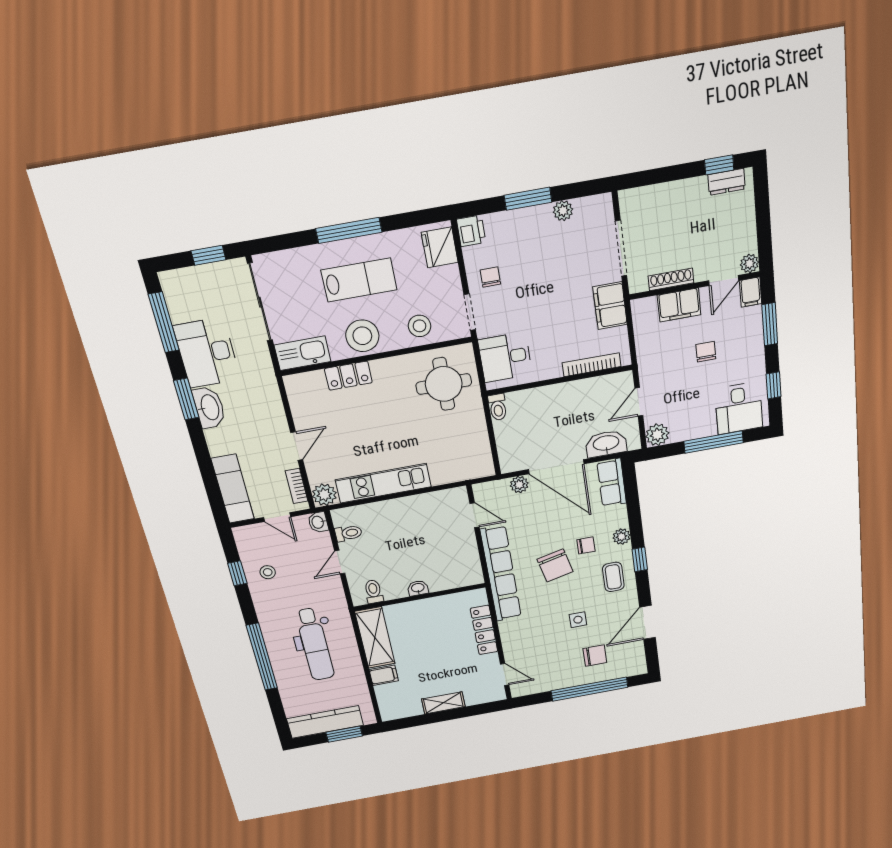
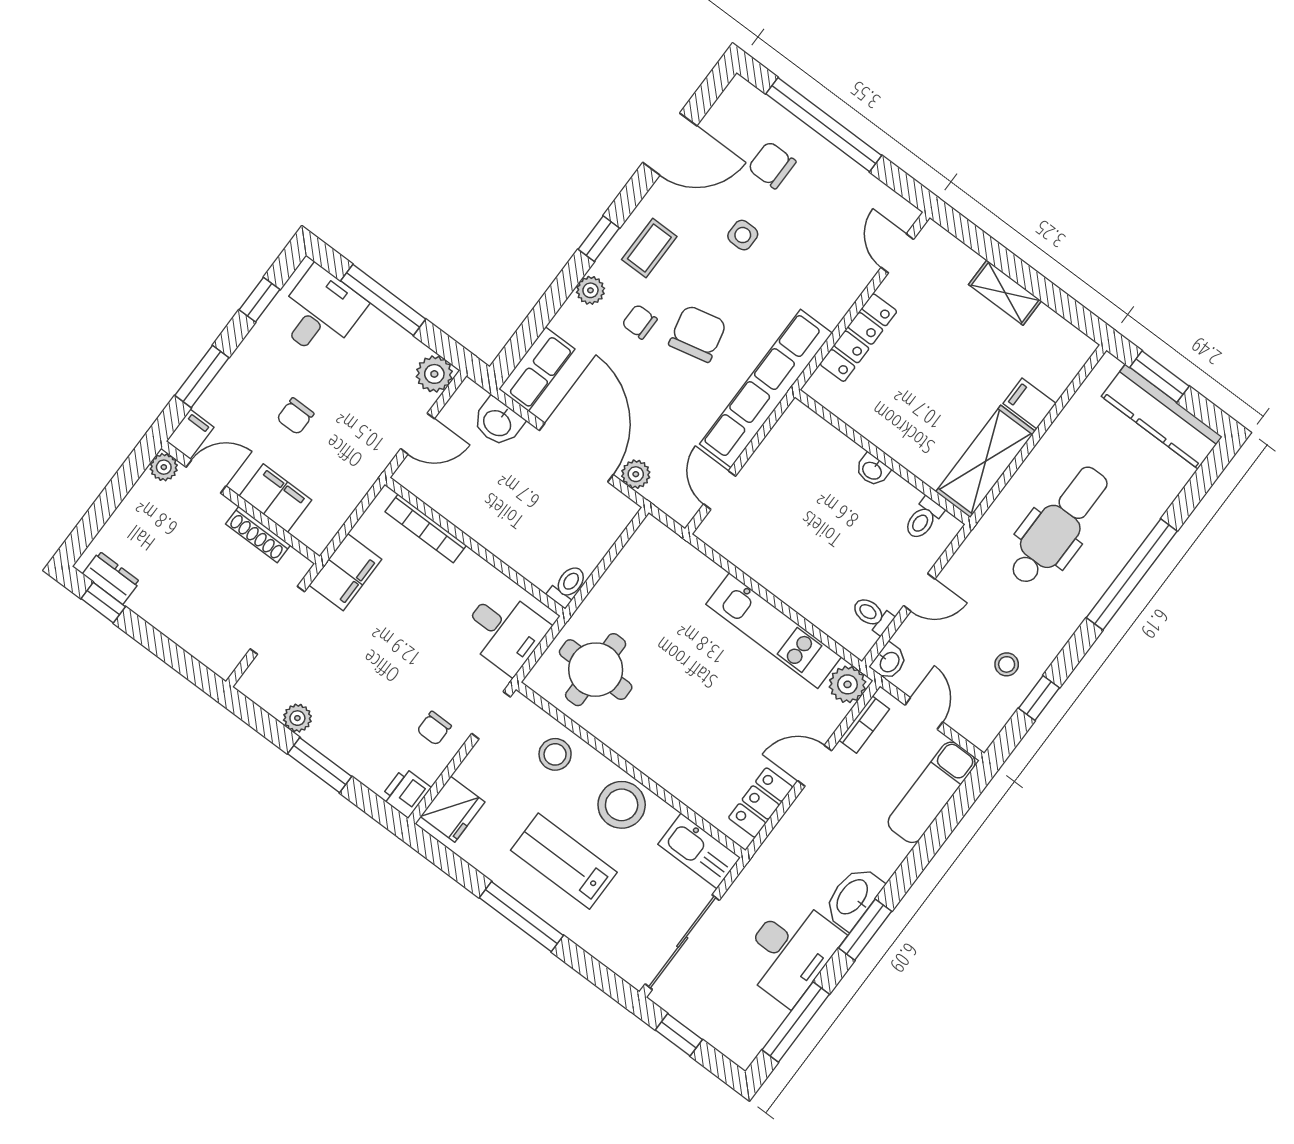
locker: (348, 376) -> (761, 803), moved, turned -90
washbasin: (606, 444) -> (498, 422), width x0.72

